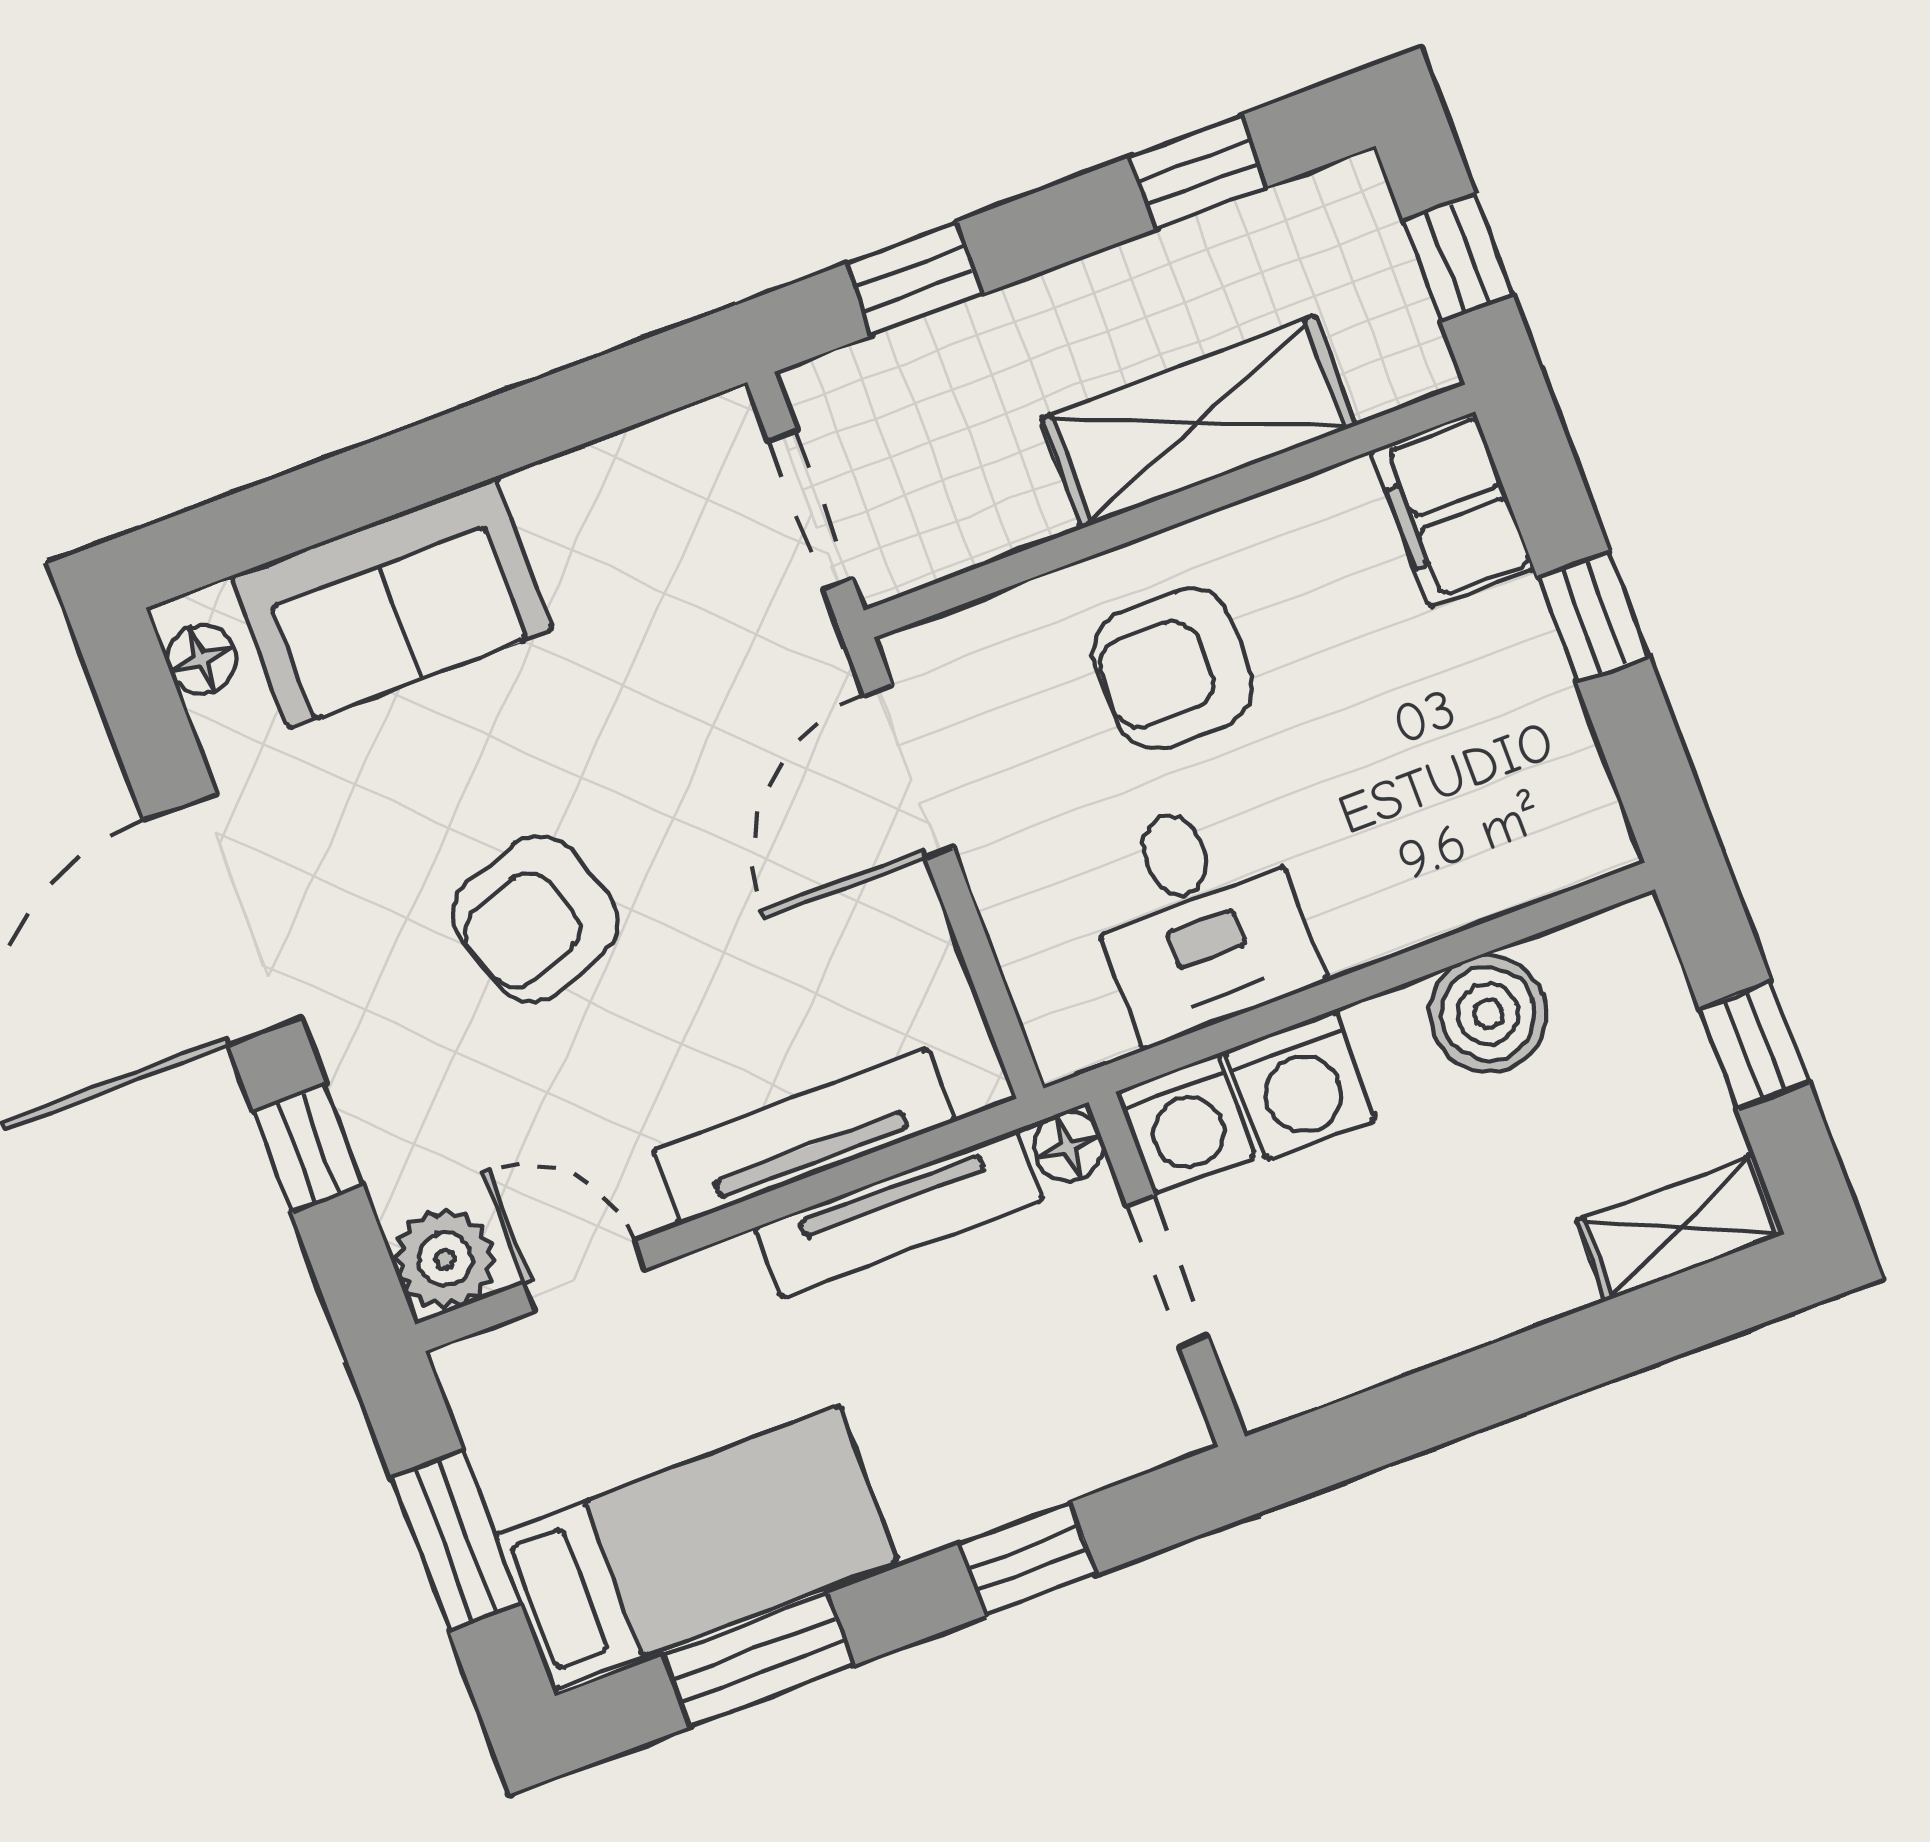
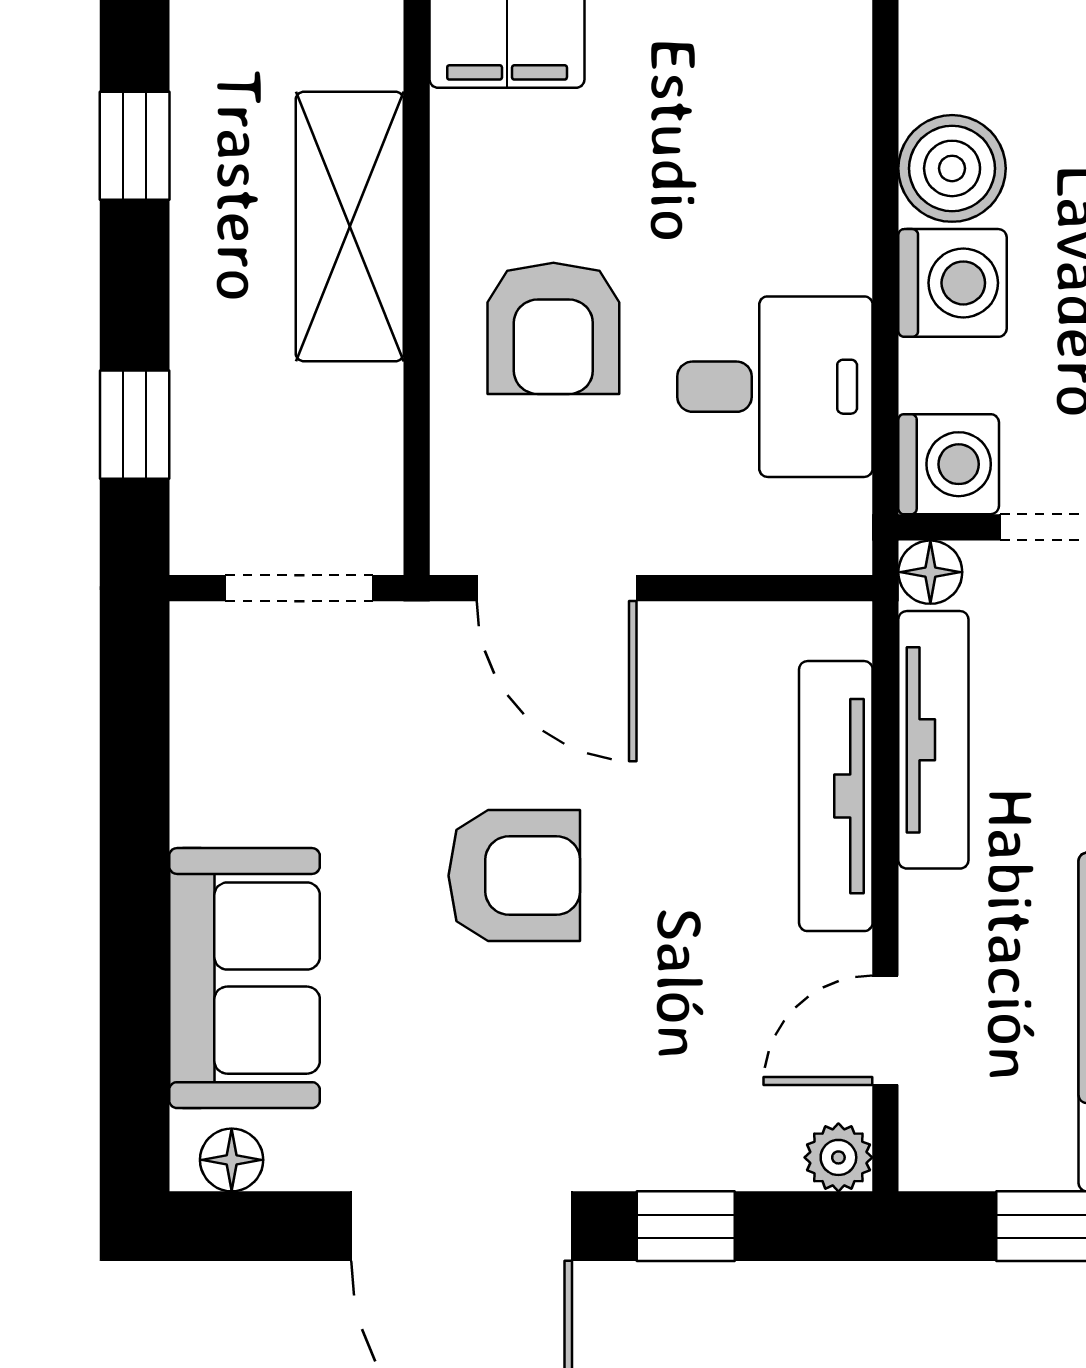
armchair: (535, 919) -> (514, 876), moved, turned -70
washing machine: (1300, 1085) -> (952, 283), moved
plant: (445, 1259) -> (838, 1157), width x0.73, depth x0.73

